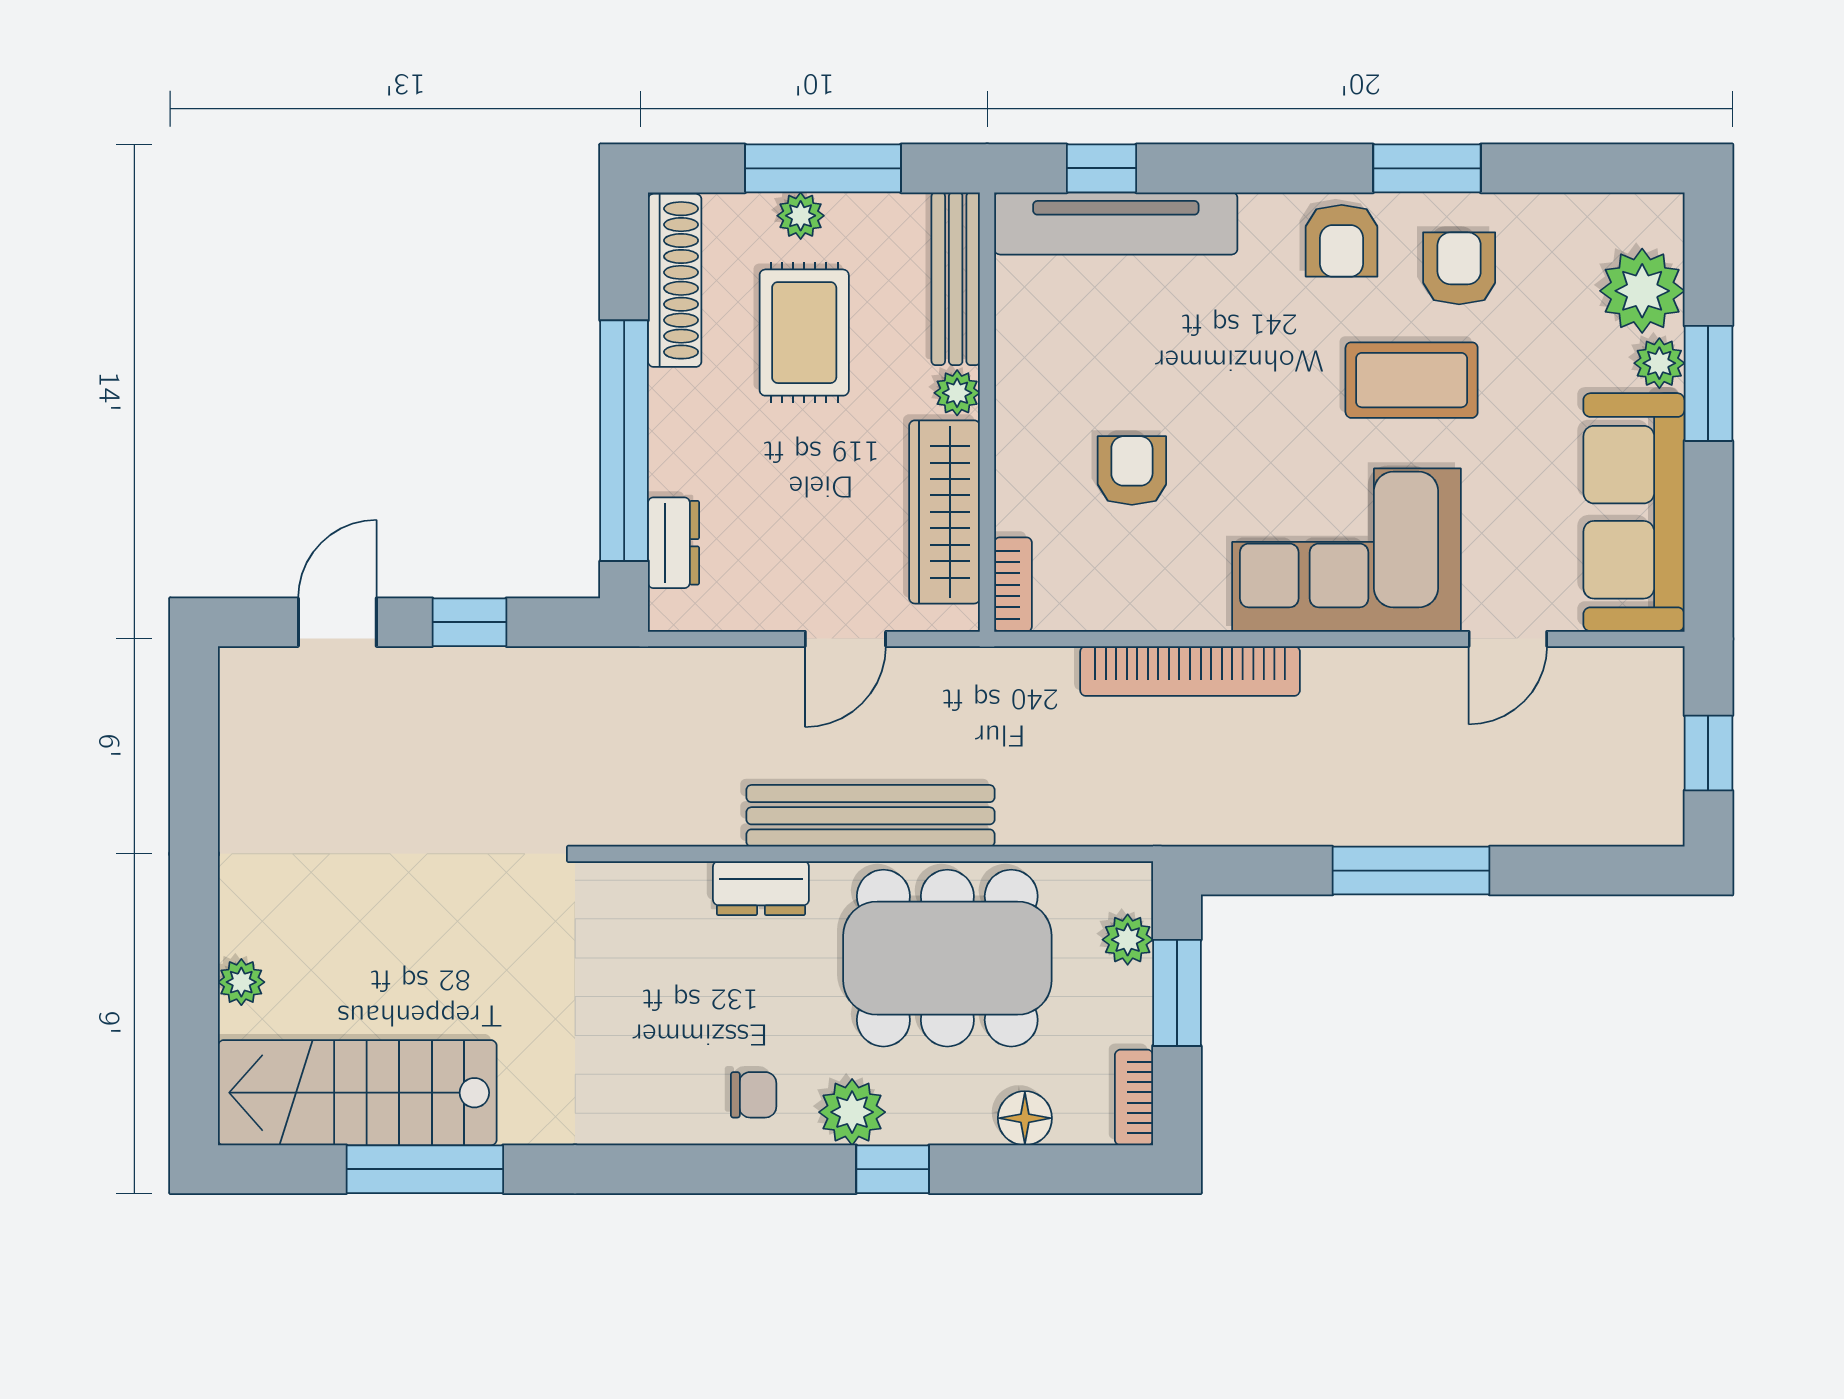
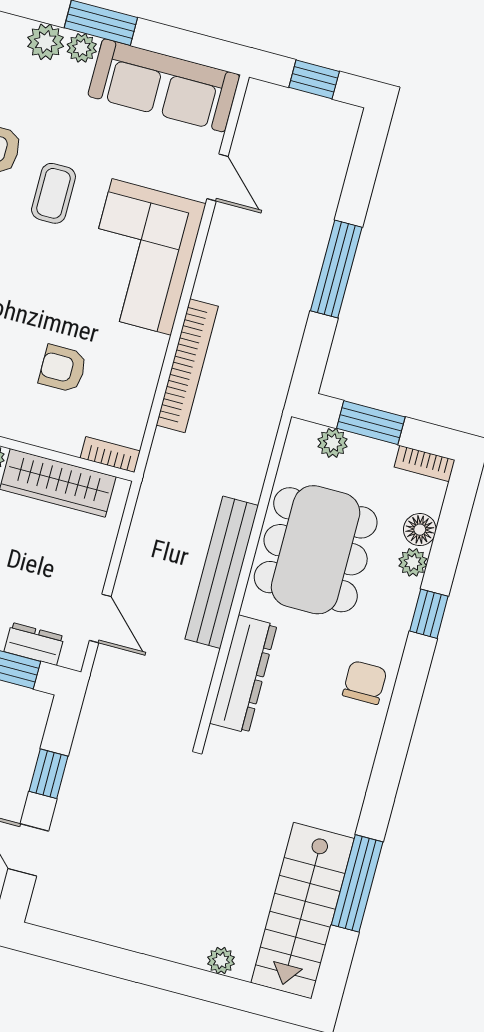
plant: (1642, 291) -> (46, 42), width x0.73, depth x0.73
coffee table: (1412, 380) -> (53, 193), width x0.73, depth x0.77
door: (845, 639) -> (100, 618), moved
dresser: (761, 888) -> (243, 674), width x1.96, depth x1.24
chair: (754, 1095) -> (365, 682), width x1.37, depth x1.37
plant: (852, 1112) -> (413, 562), moved, width x0.73, depth x0.73

